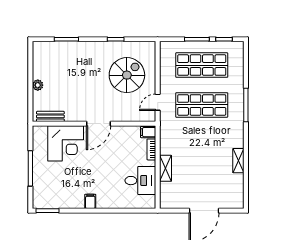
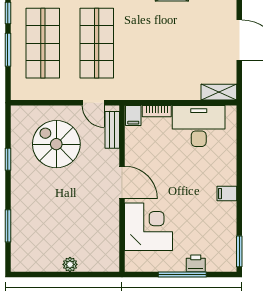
bench: (50, 116) -> (112, 130), moved
shelving: (165, 168) -> (219, 92), moved
printer: (39, 178) -> (196, 263), added
desk: (140, 181) -> (199, 126), width x1.37

